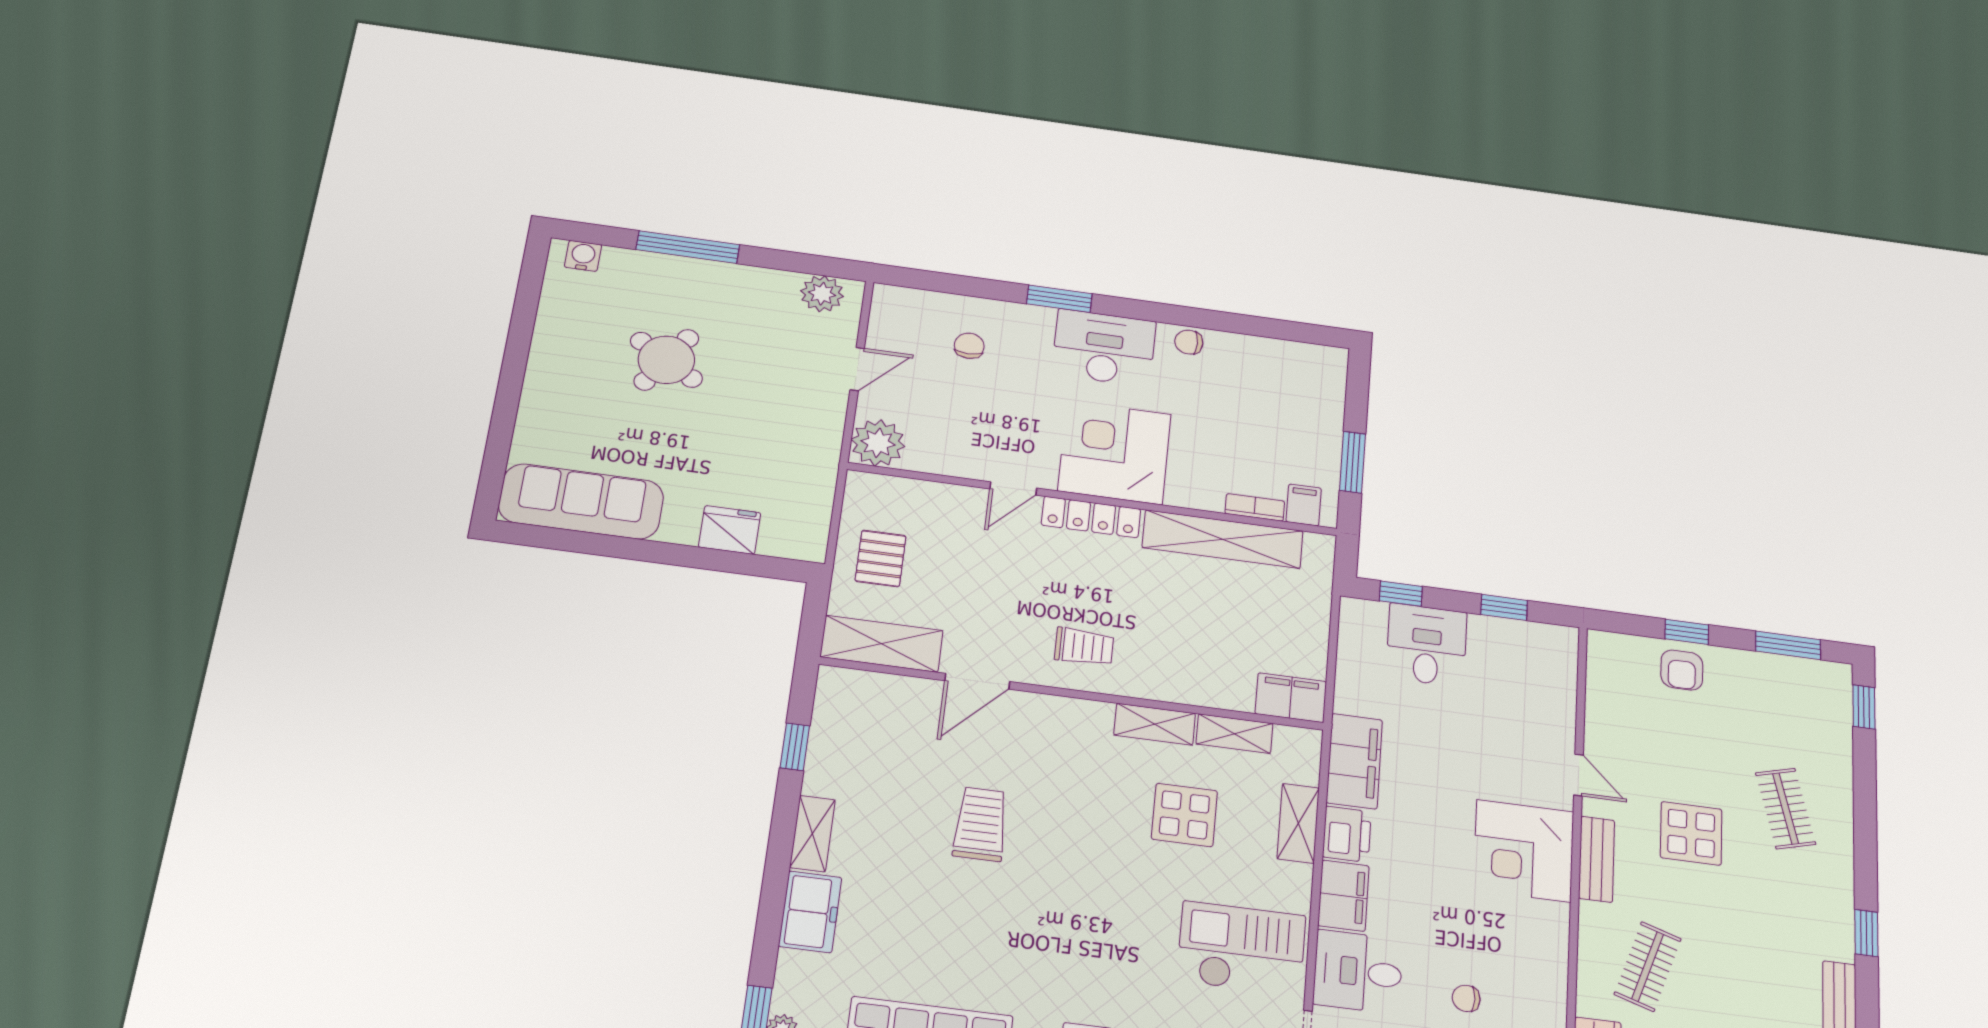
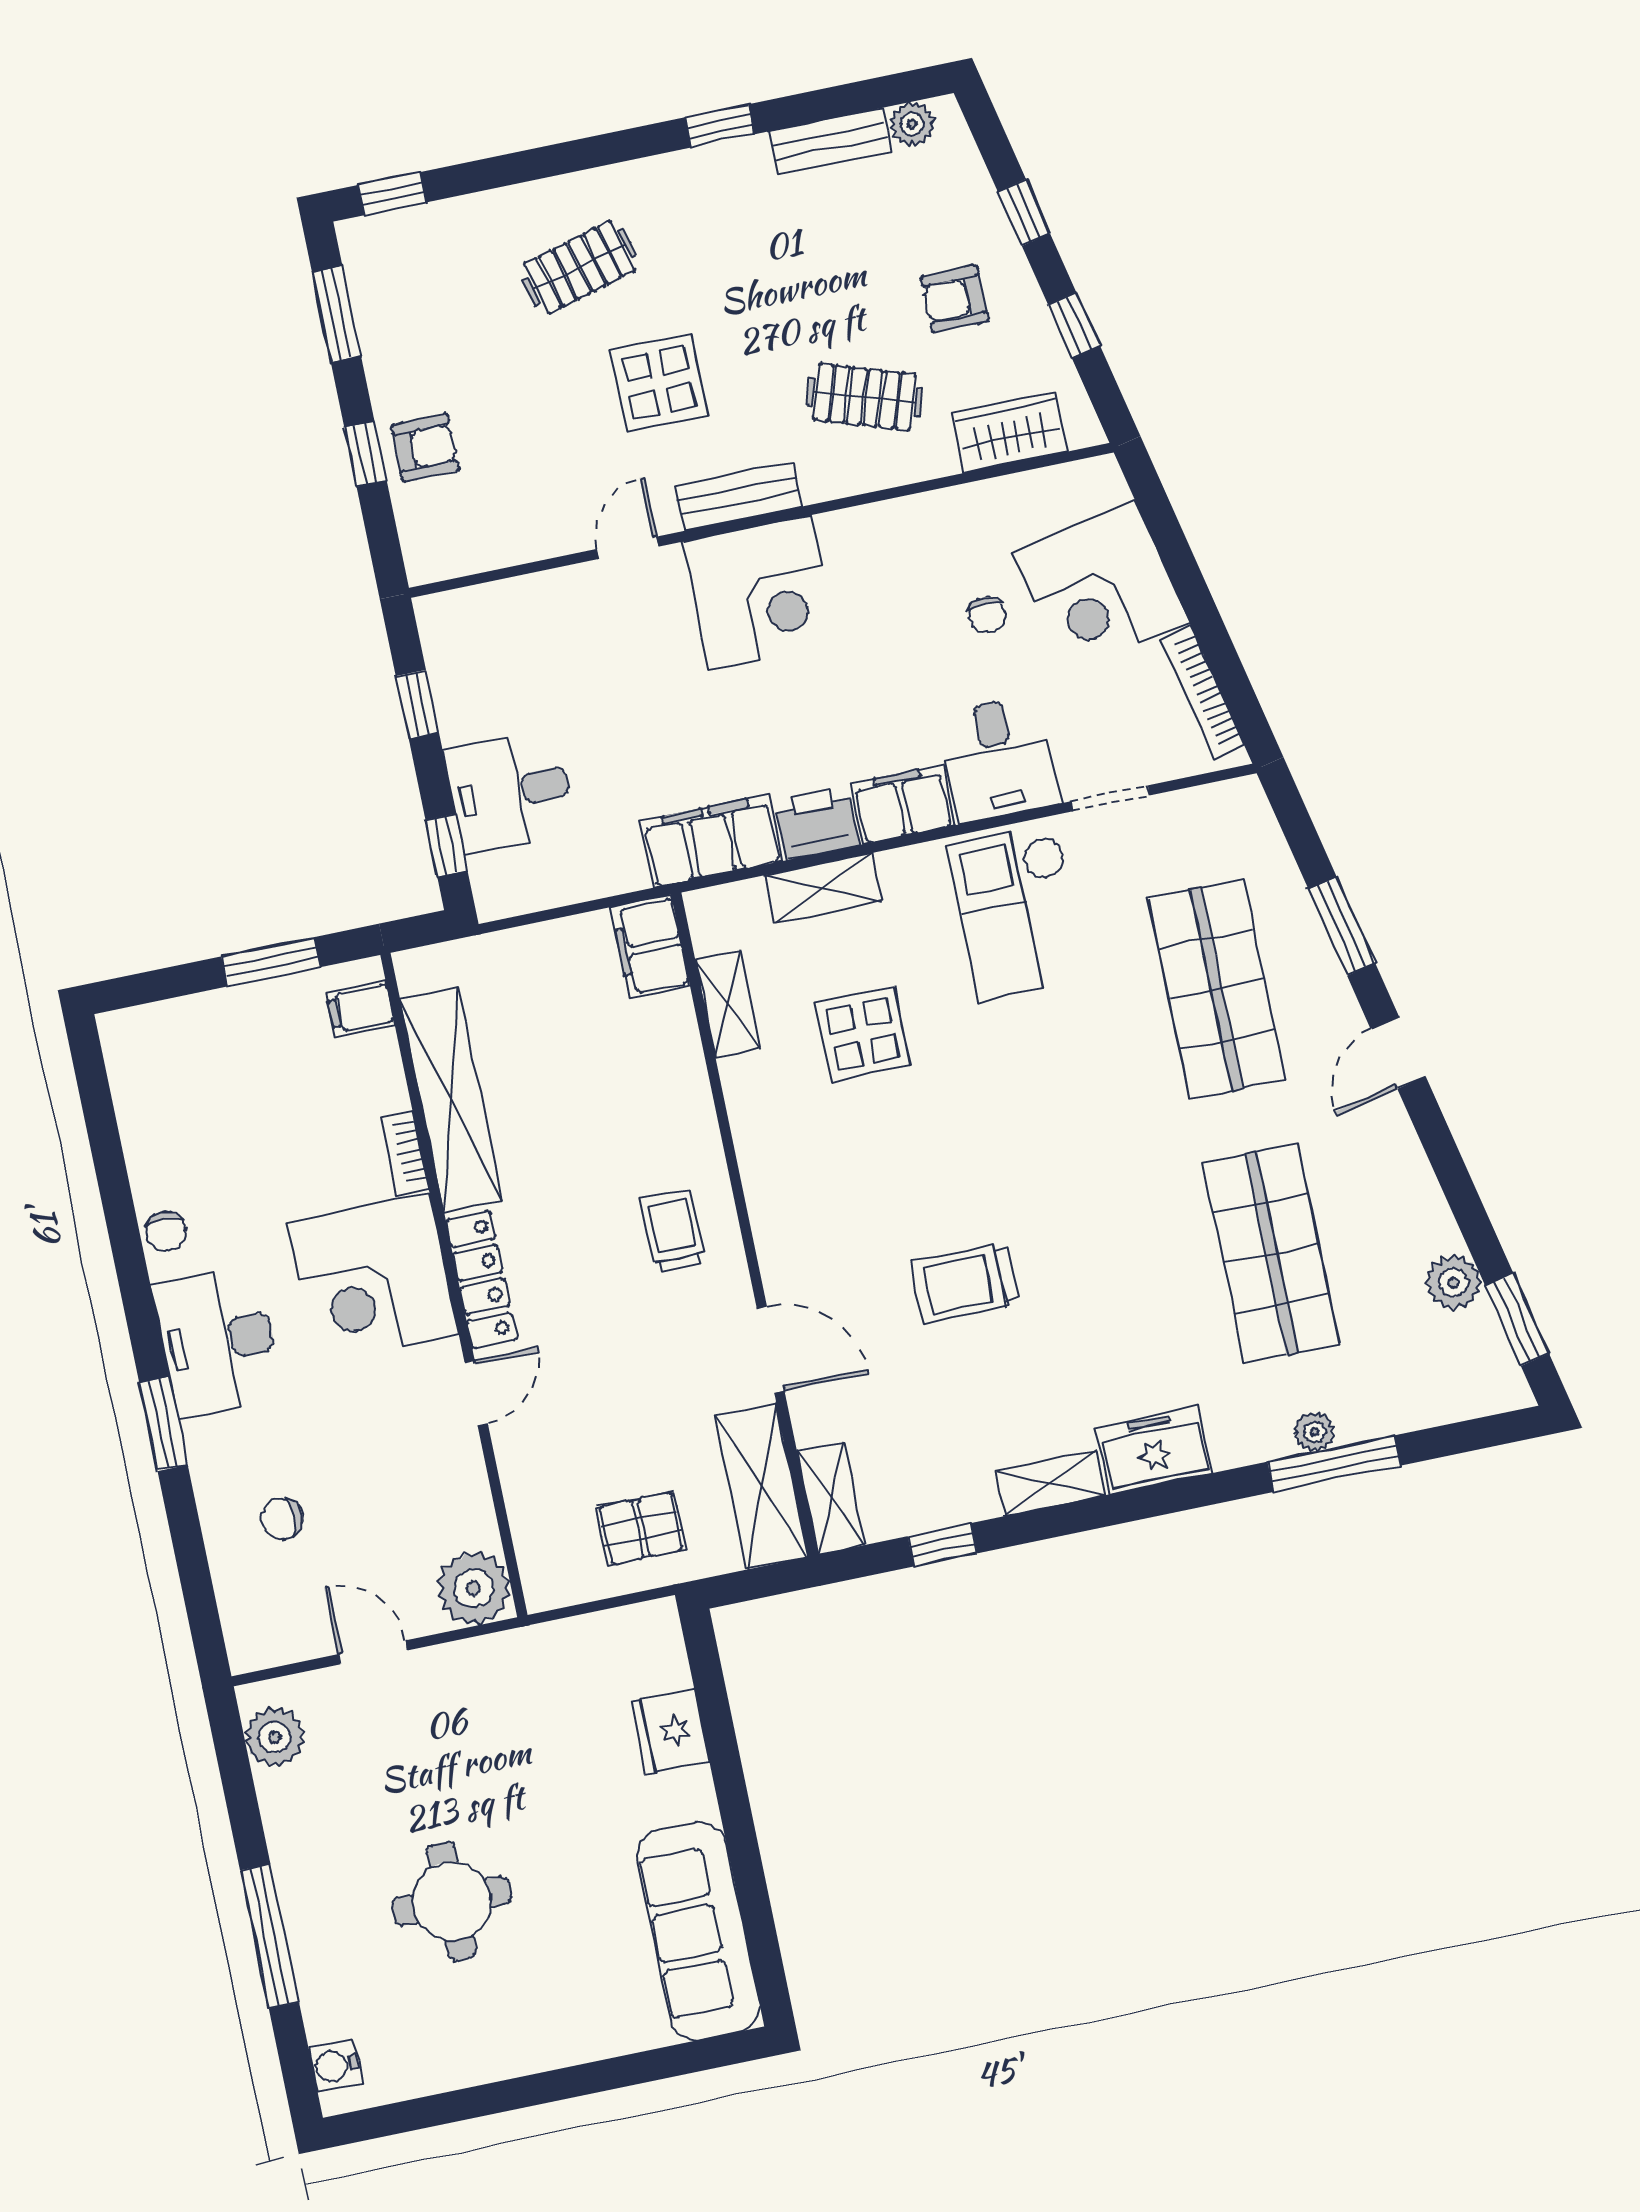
round table: (666, 360) -> (452, 1901), turned -32
door: (1013, 488) -> (476, 1393), hinge flipped
bookcase: (1255, 507) -> (405, 1153), moved
shelving: (1155, 724) -> (831, 1498), moved

